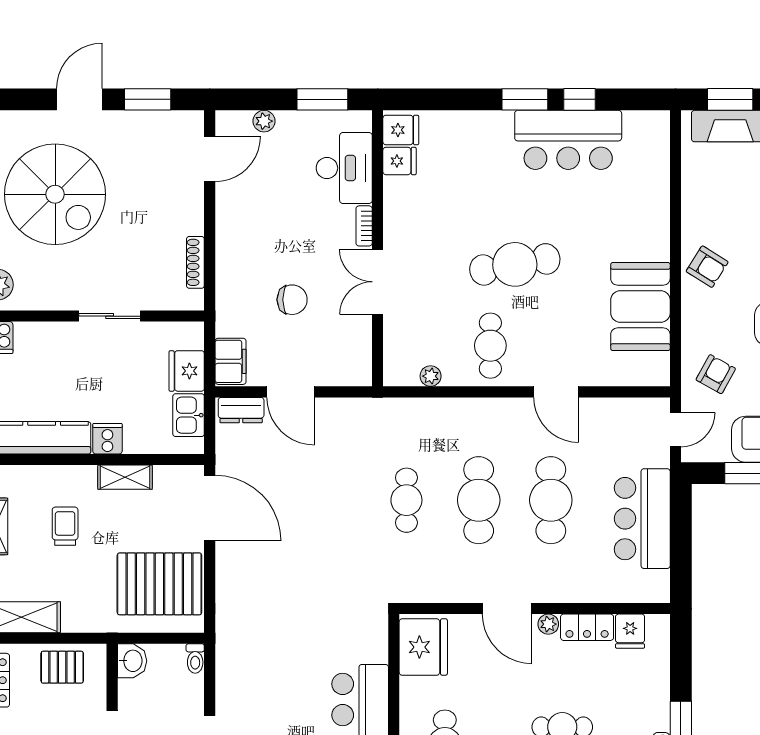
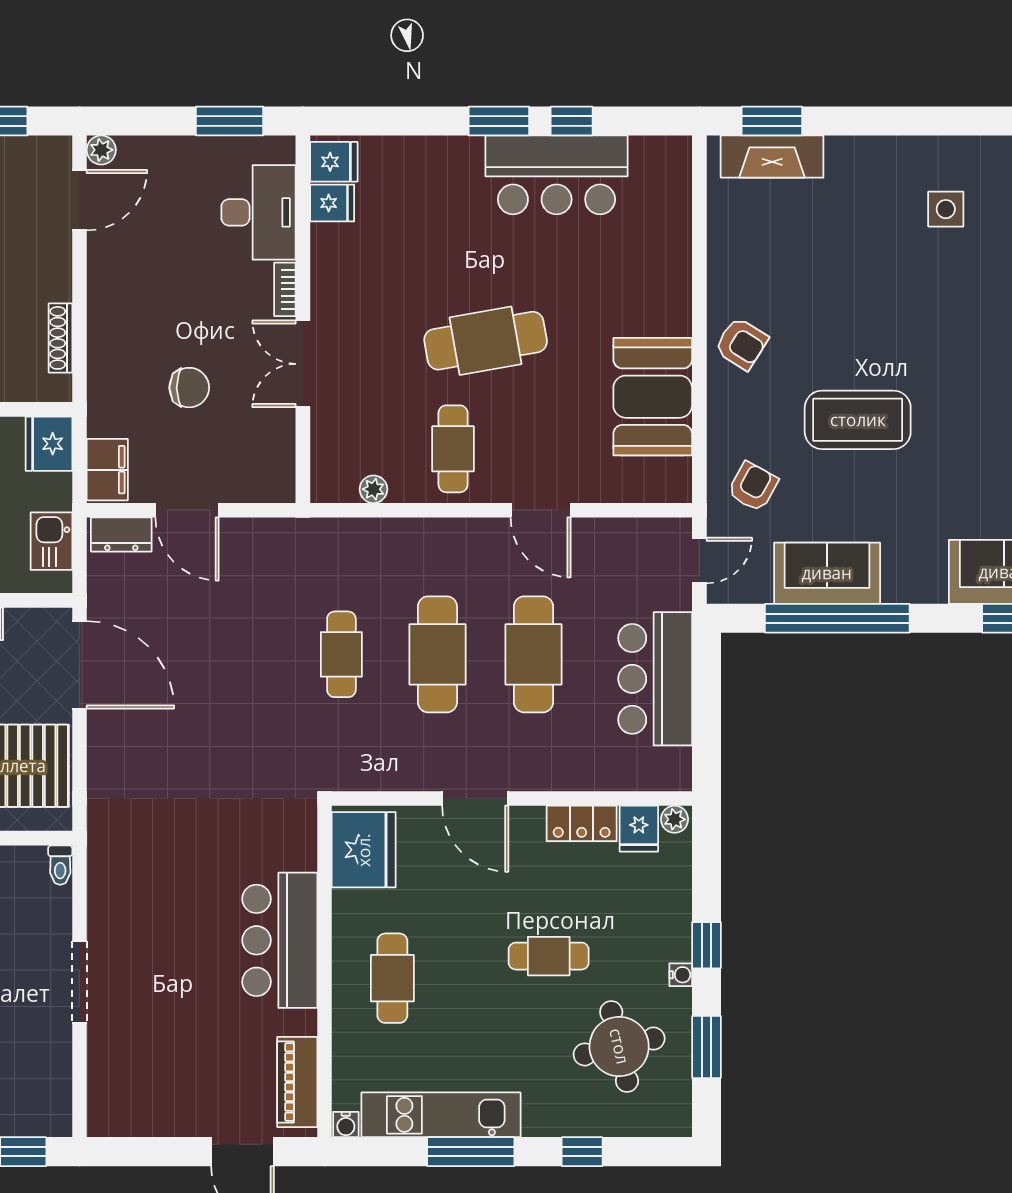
plant: (264, 121) -> (101, 150), moved
fridge: (187, 371) -> (49, 444), moved
plant: (548, 624) -> (675, 819), moved

